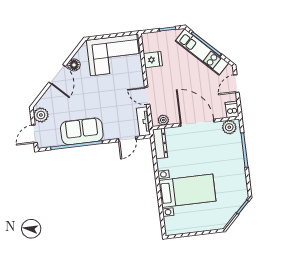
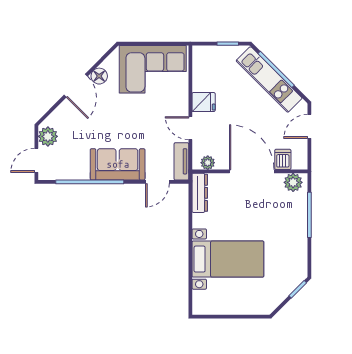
fridge: (153, 60) -> (204, 102), moved
dishwasher: (232, 109) -> (283, 159), moved
sofa: (82, 131) -> (118, 164), moved

